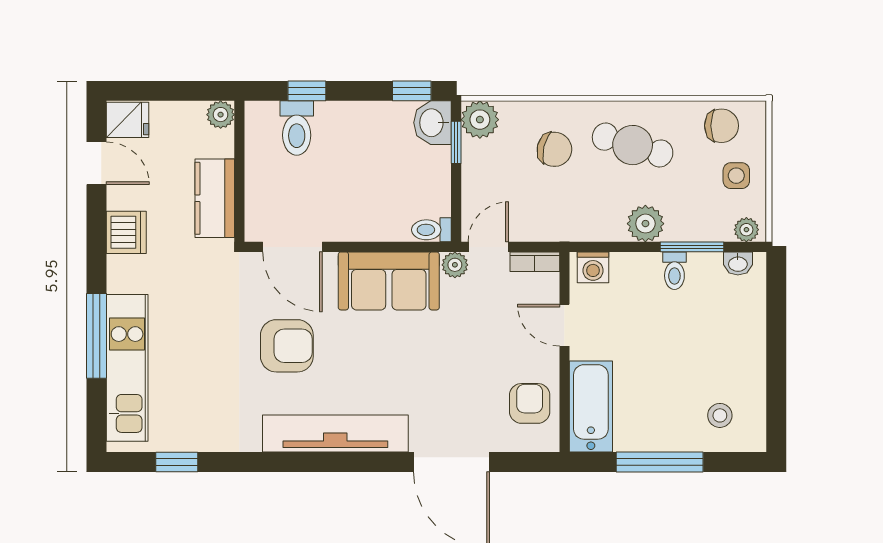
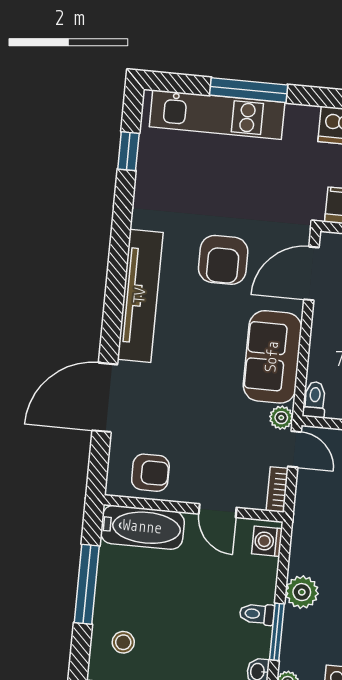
door: (564, 325) -> (218, 511), swing flipped

